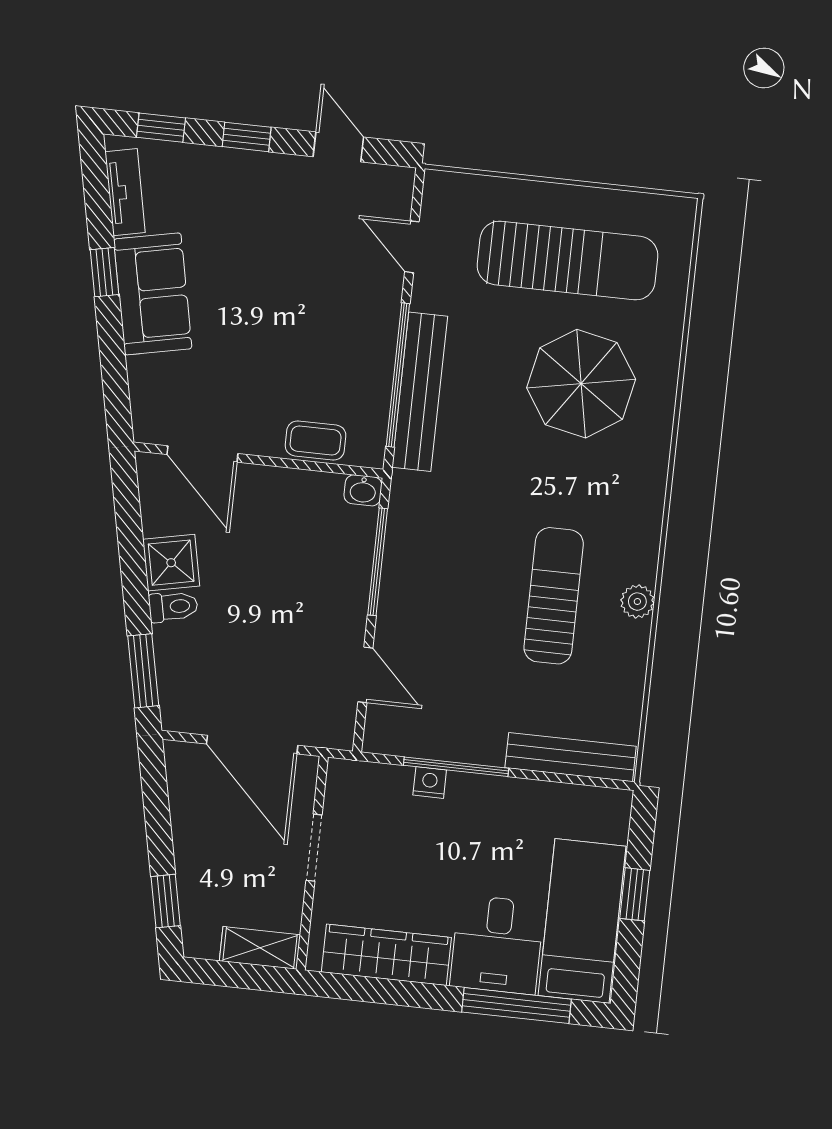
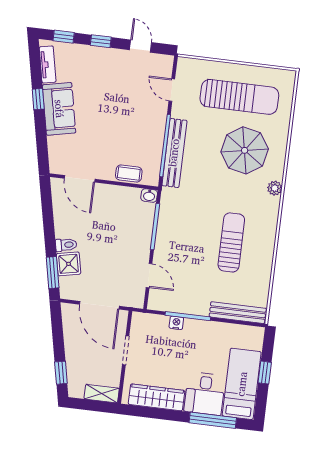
shower: (171, 563) -> (69, 264), moved
plant: (637, 602) -> (275, 188), moved

